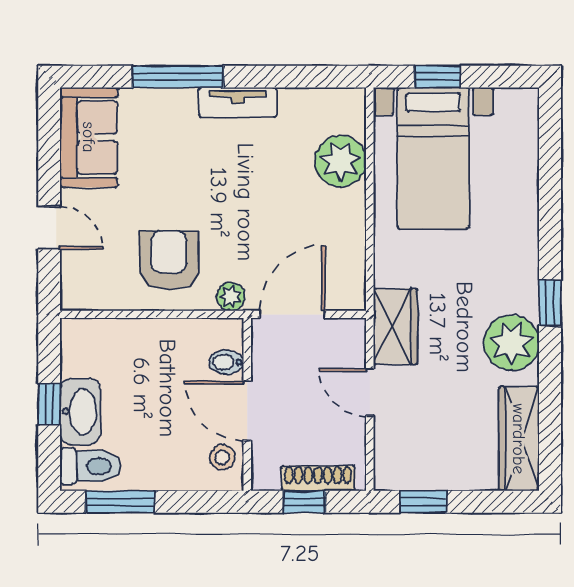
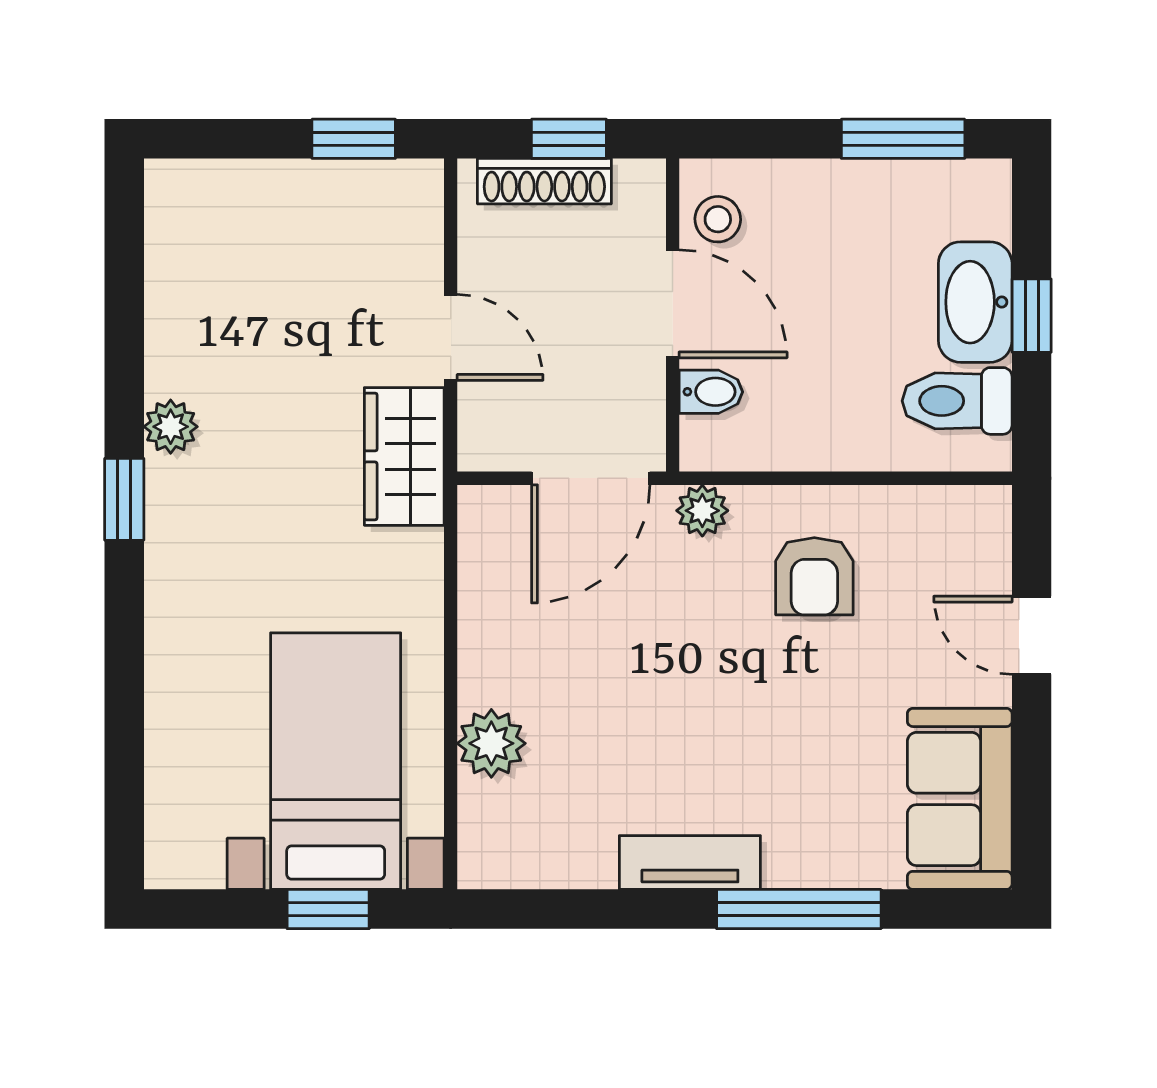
plant: (341, 161) -> (491, 743), width x0.73, depth x0.73
armchair: (169, 260) -> (814, 576), width x0.72, depth x0.72
plant: (511, 343) -> (171, 427), width x0.53, depth x0.53
wardrobe: (519, 439) -> (180, 253), removed
toilet: (90, 466) -> (957, 401), moved

